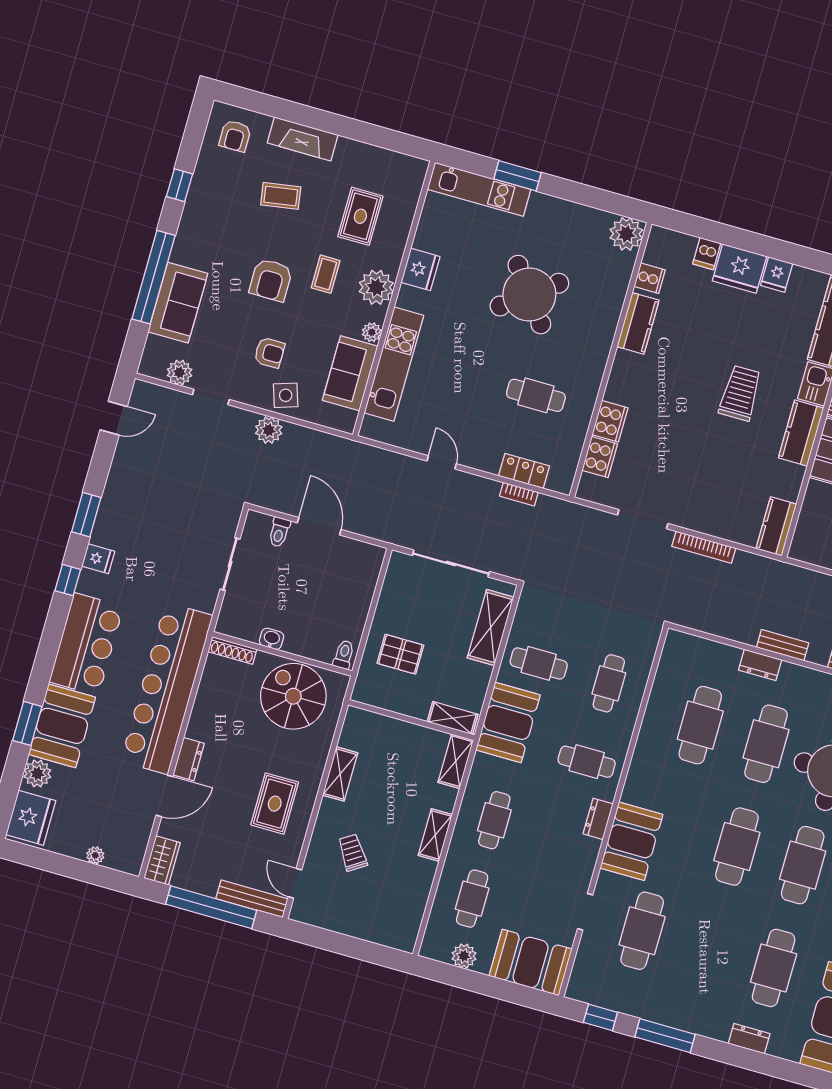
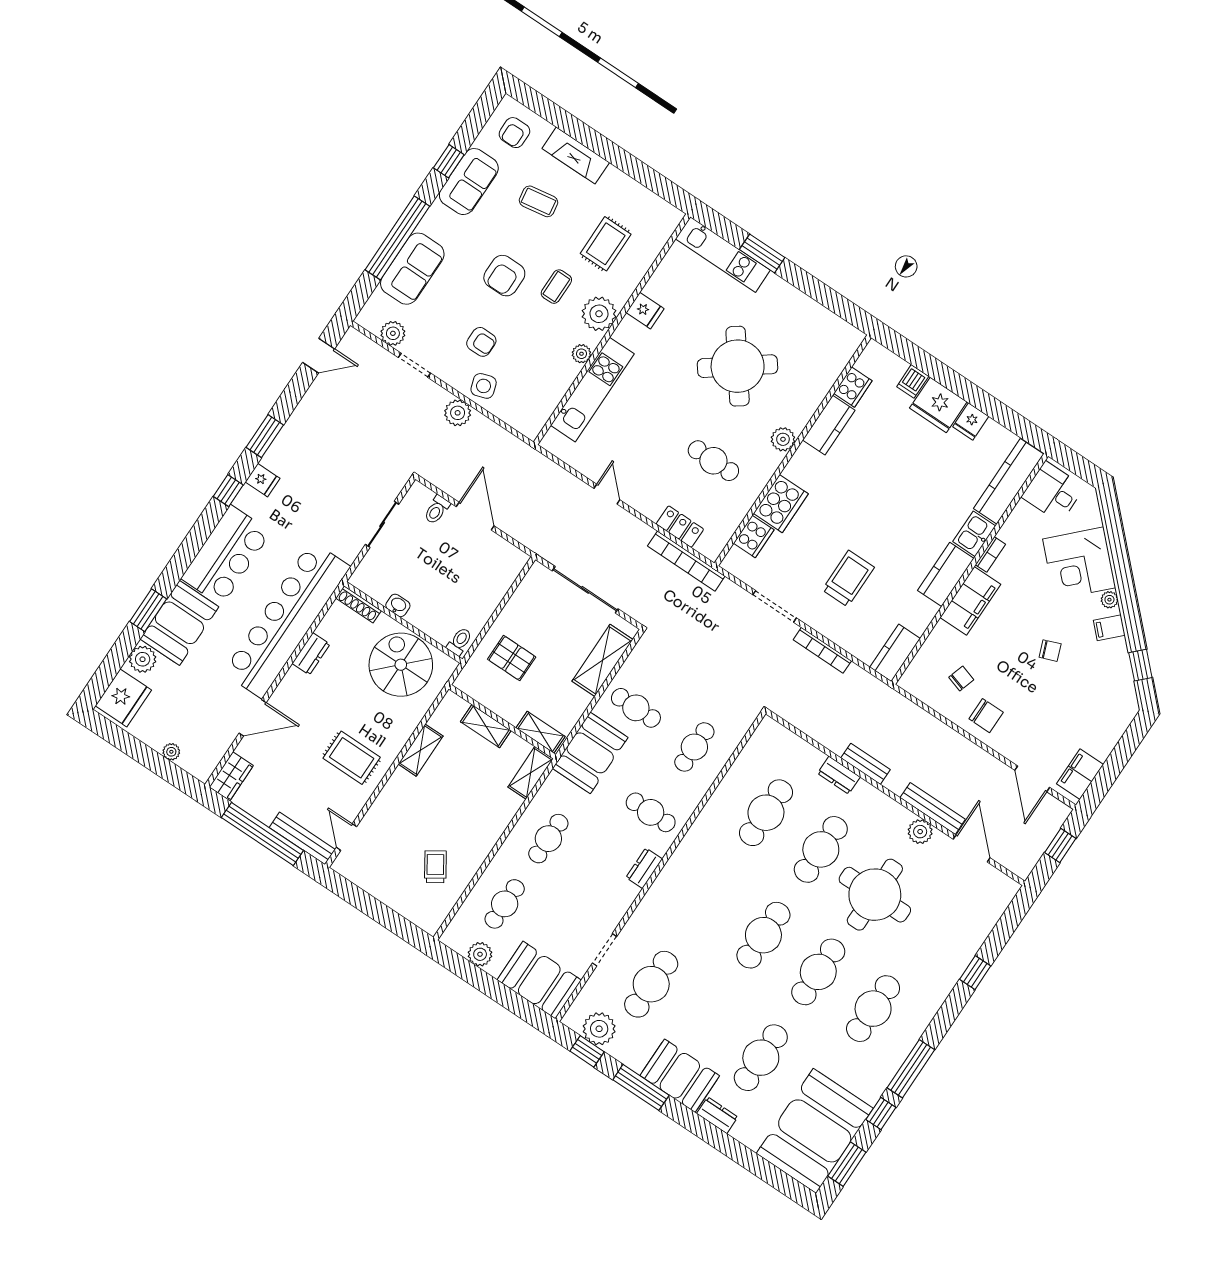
plant: (626, 234) -> (783, 439), moved, width x0.73, depth x0.73
fridge: (421, 269) -> (645, 311), width x0.72
cooker: (650, 278) -> (853, 387), width x1.36
sofa: (350, 373) -> (469, 182), moved, turned 180
trolley: (740, 393) -> (848, 579), moved
cooker: (610, 421) -> (781, 504), width x1.37, depth x1.31
bookcase: (519, 494) -> (686, 561), width x2.31, depth x1.31
dresser: (189, 759) -> (311, 654), moved
rug: (275, 804) -> (352, 758), turned 90
shelving: (435, 835) -> (486, 726), moved, turned 90
booth: (631, 841) -> (680, 1076), moved, turned 90
trolley: (353, 853) -> (435, 867), moved
plant: (605, 991) -> (599, 1029), added

